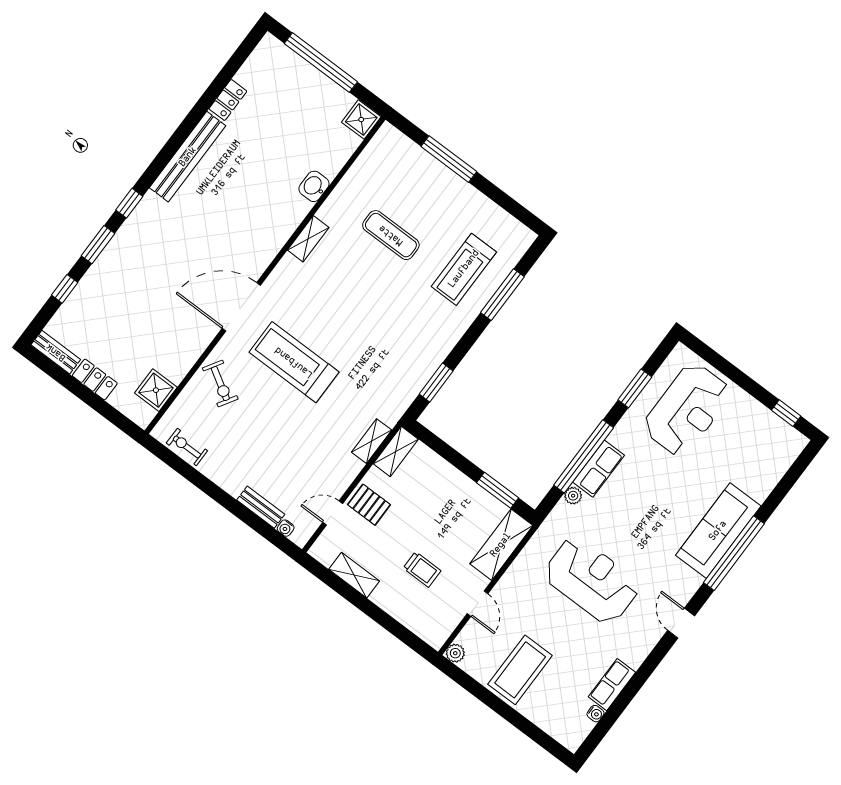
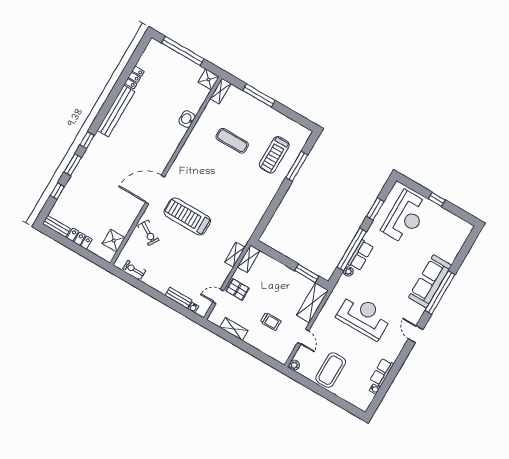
shelving: (308, 239) -> (220, 91), moved
window: (436, 383) -> (266, 218), removed
window: (786, 413) -> (437, 199), moved

